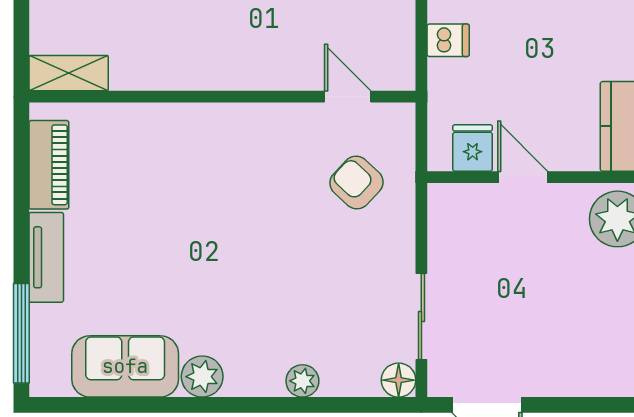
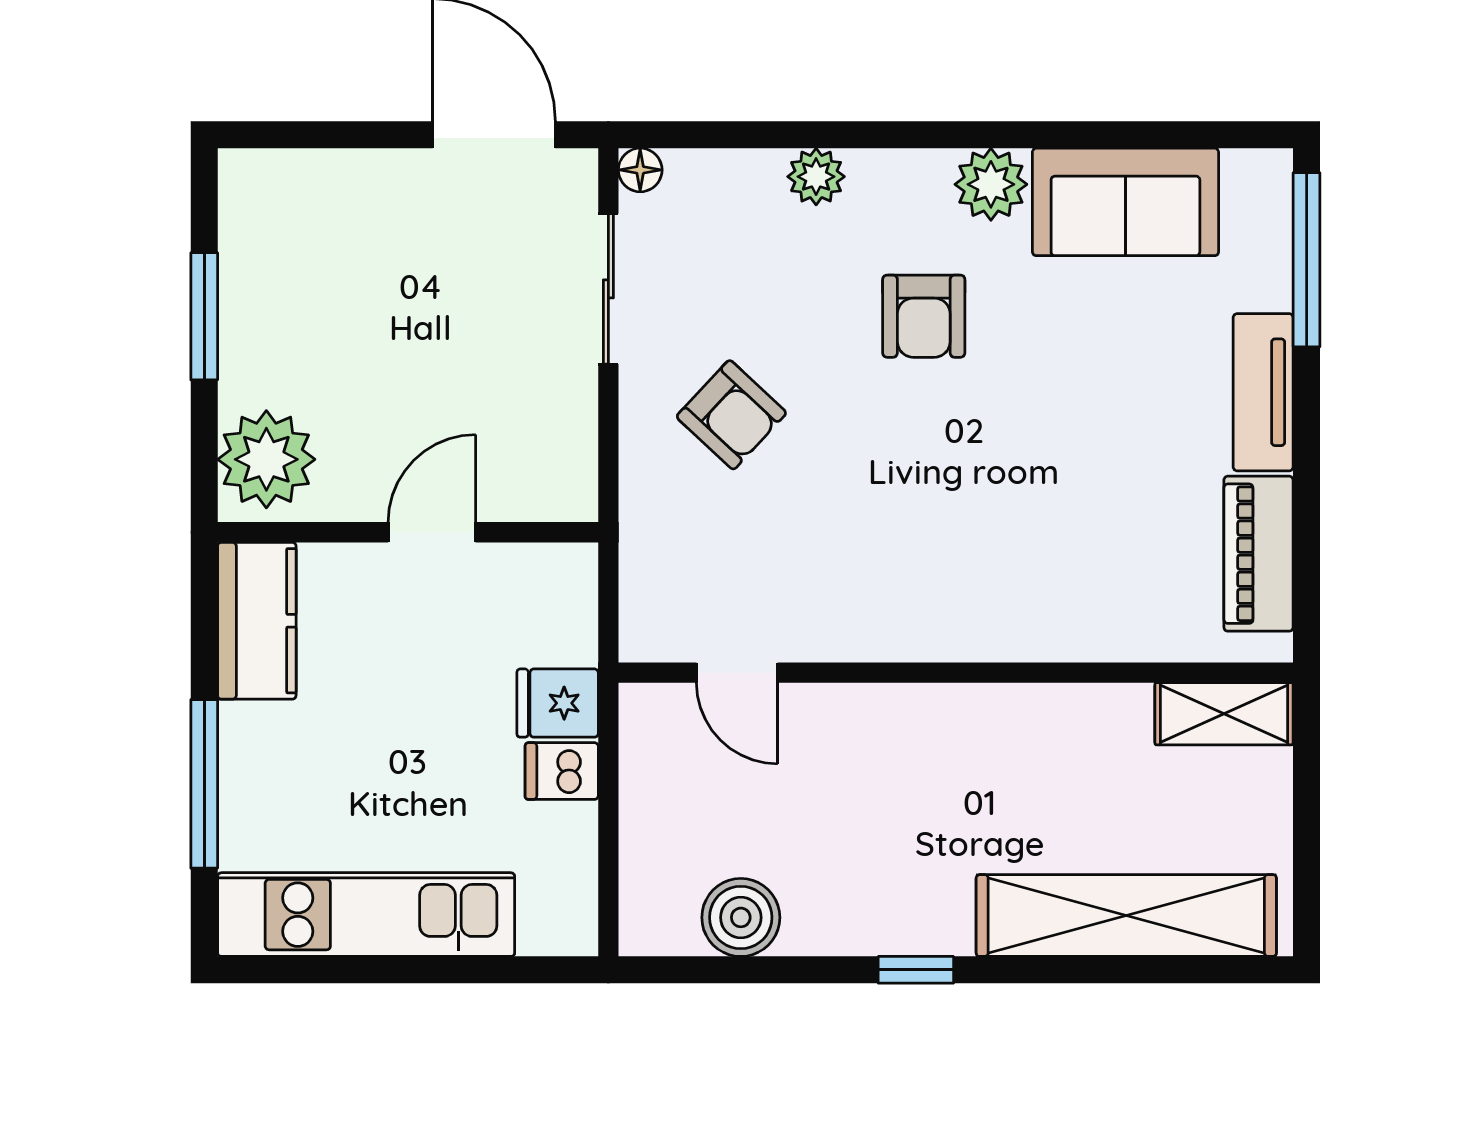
fridge: (473, 148) -> (558, 703), moved, turned 90
door: (523, 177) -> (432, 532), swing flipped
armchair: (357, 183) -> (731, 415), moved
armchair: (241, 301) -> (924, 316), added
floor lamp: (399, 380) -> (640, 170), width x0.73, depth x0.73

